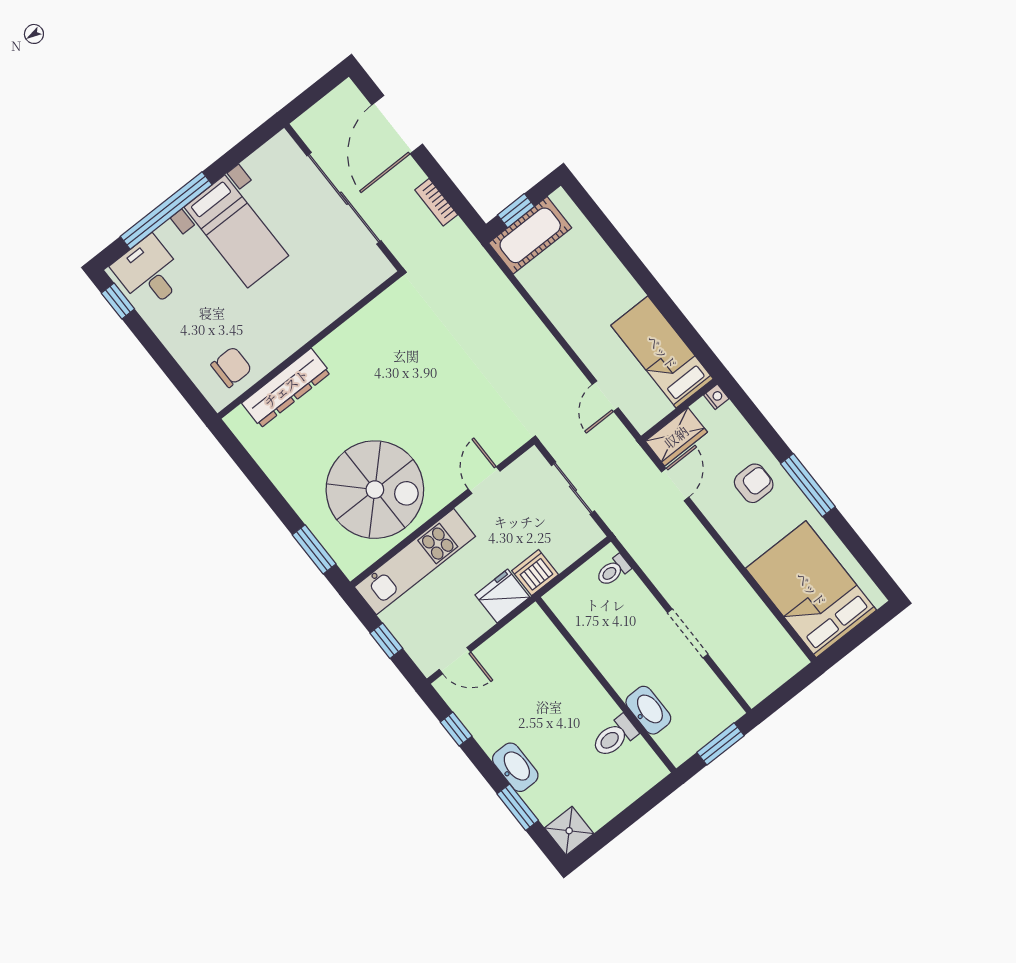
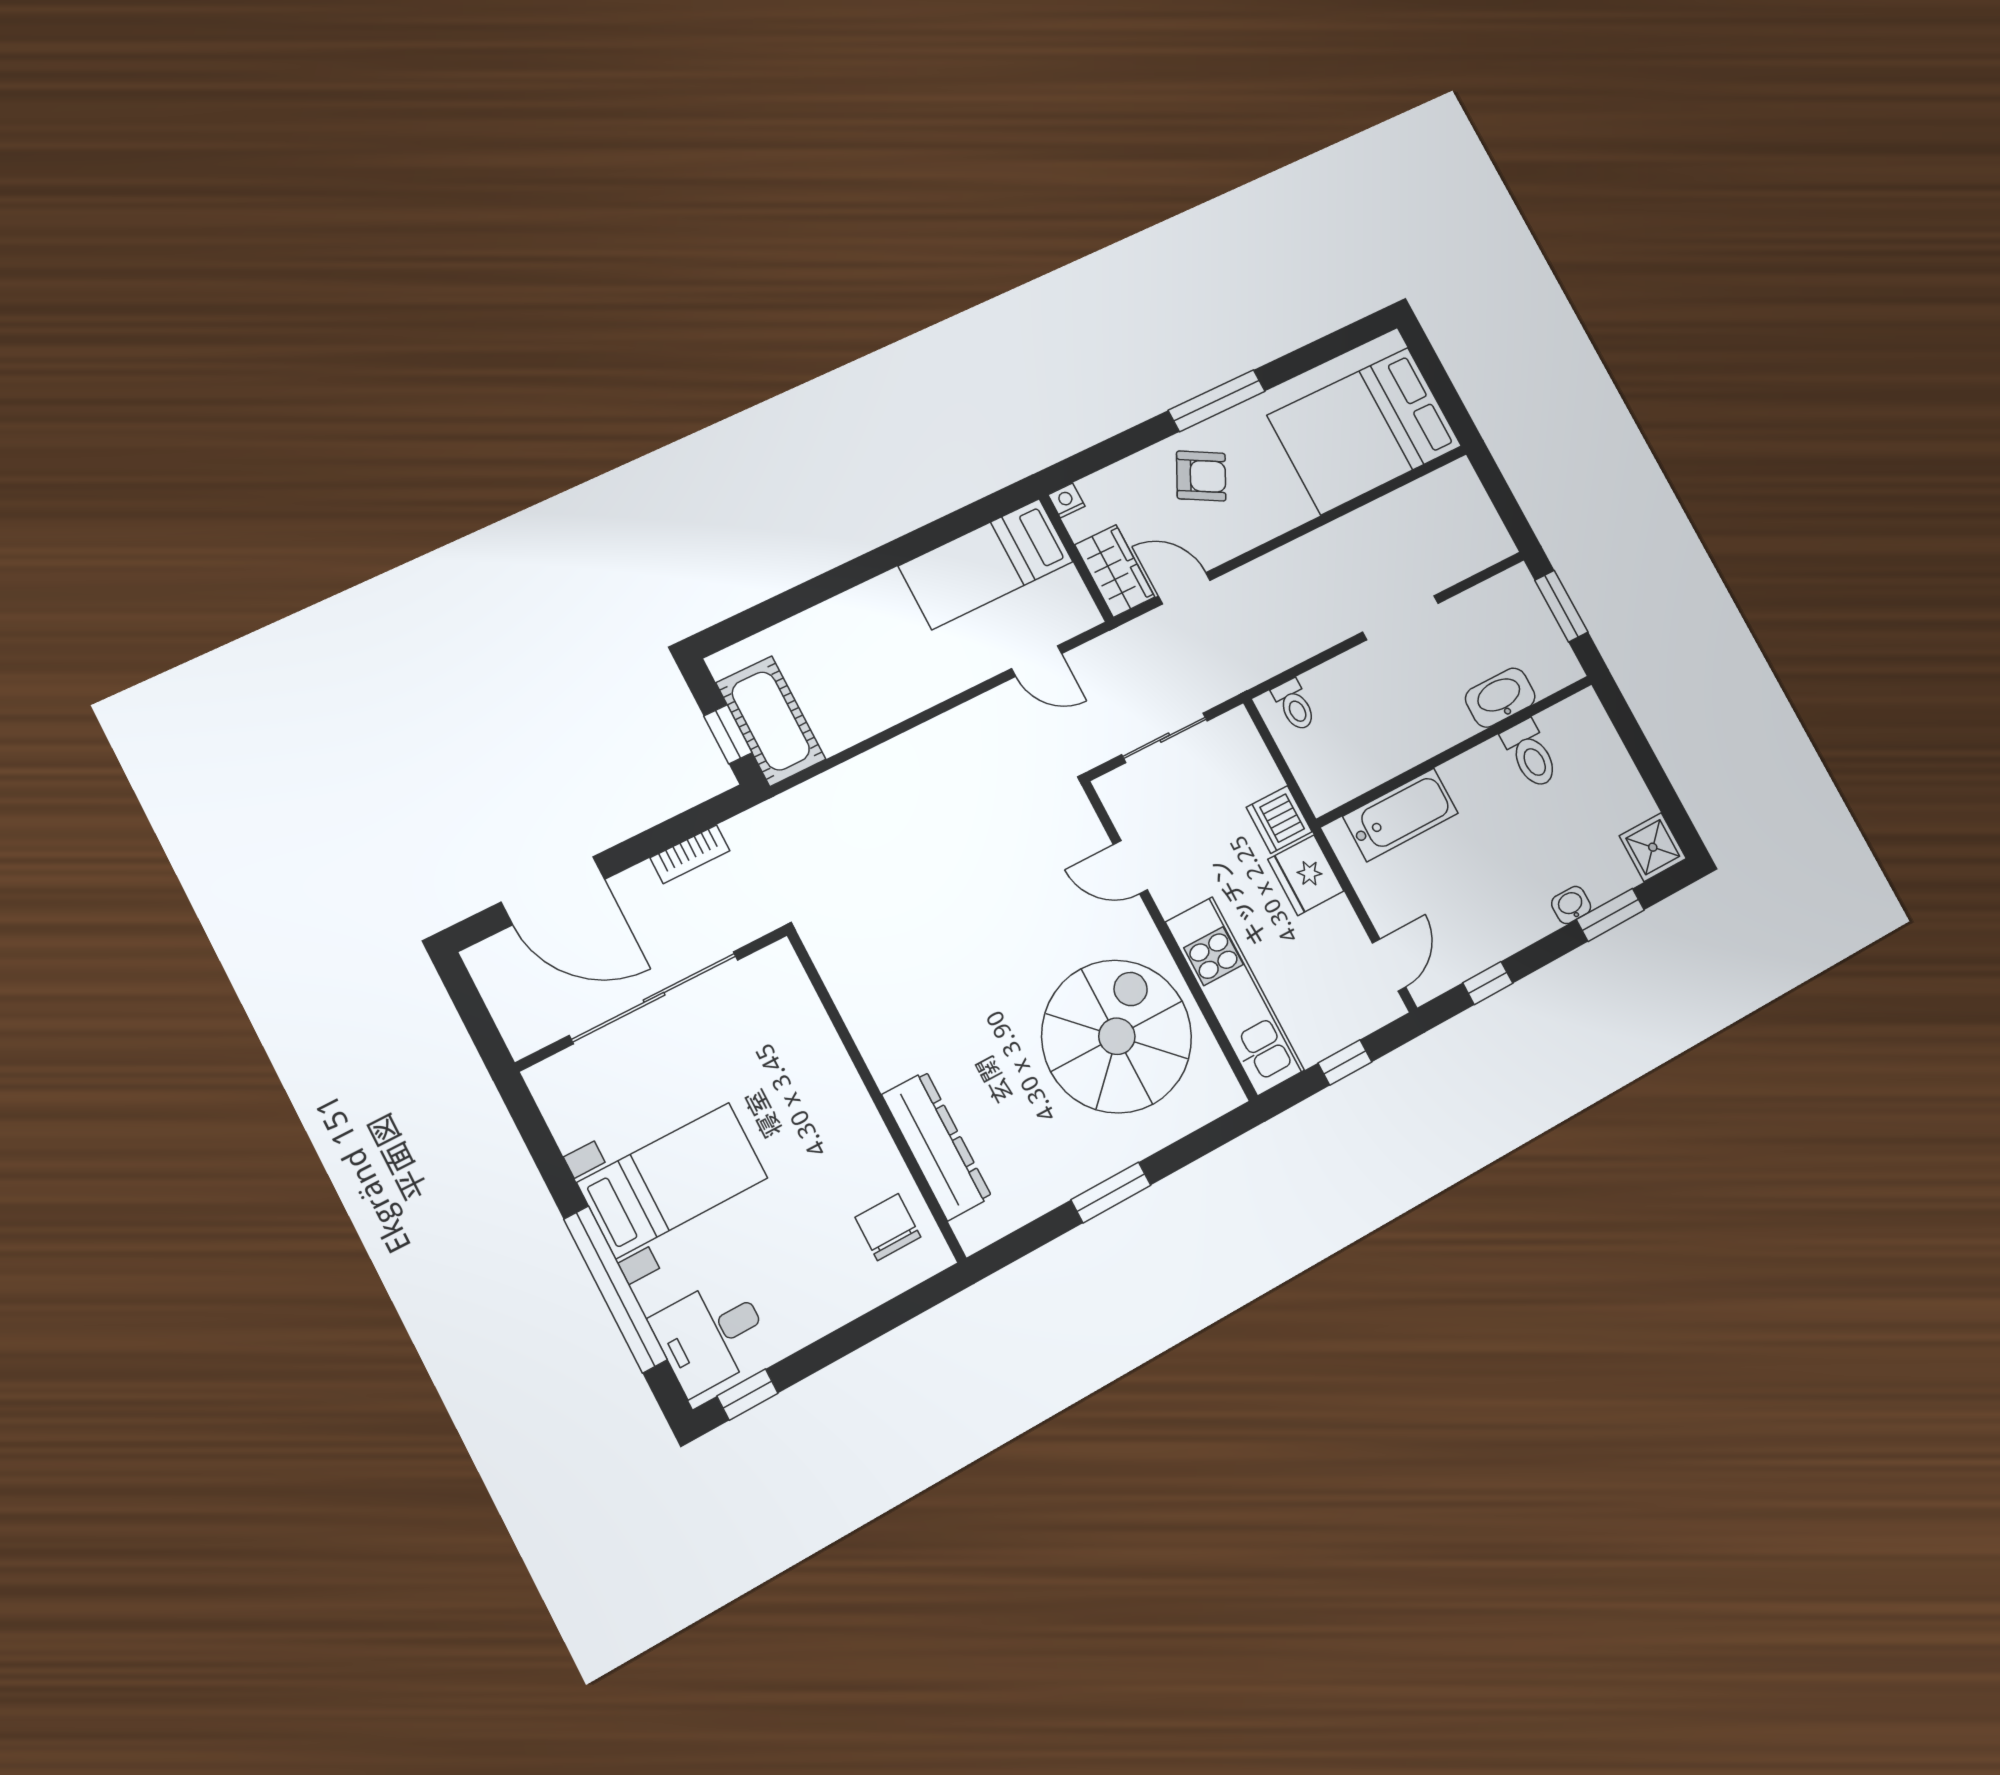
armchair: (754, 483) -> (1201, 476), turned 118
window: (314, 549) -> (1111, 1193), moved
bathtub: (555, 653) -> (1400, 815), added
washbasin: (515, 767) -> (1571, 905), width x0.52, depth x0.69

